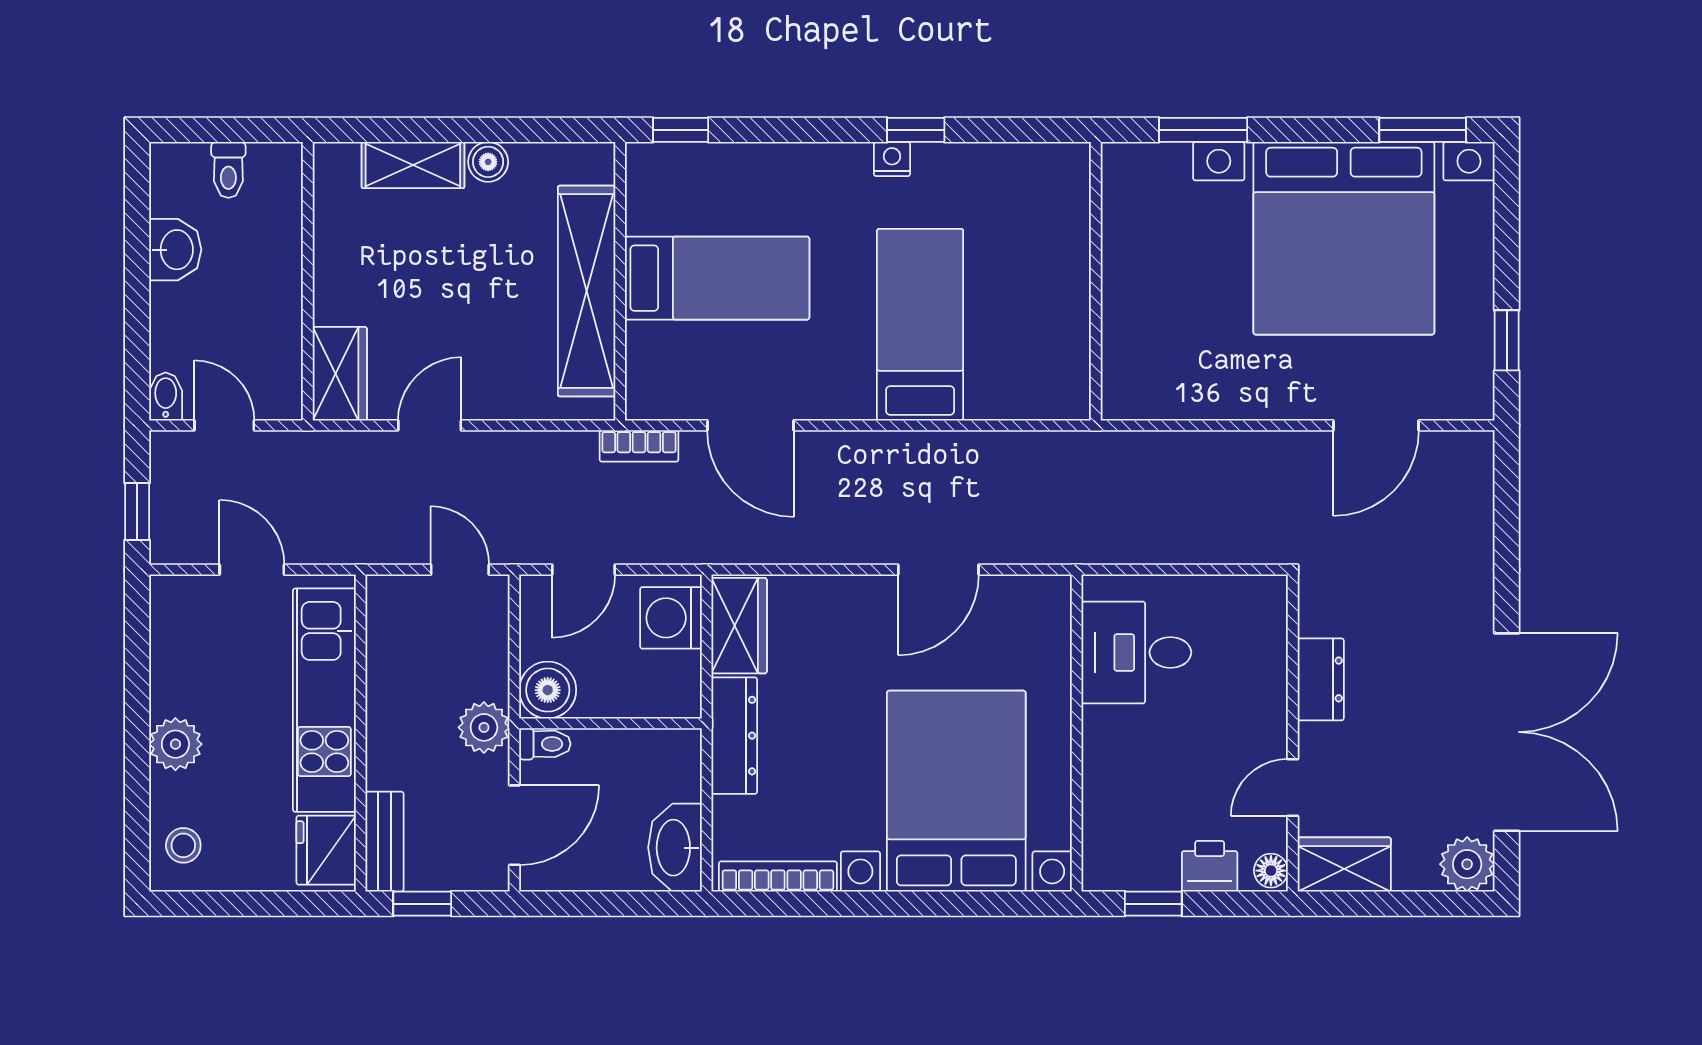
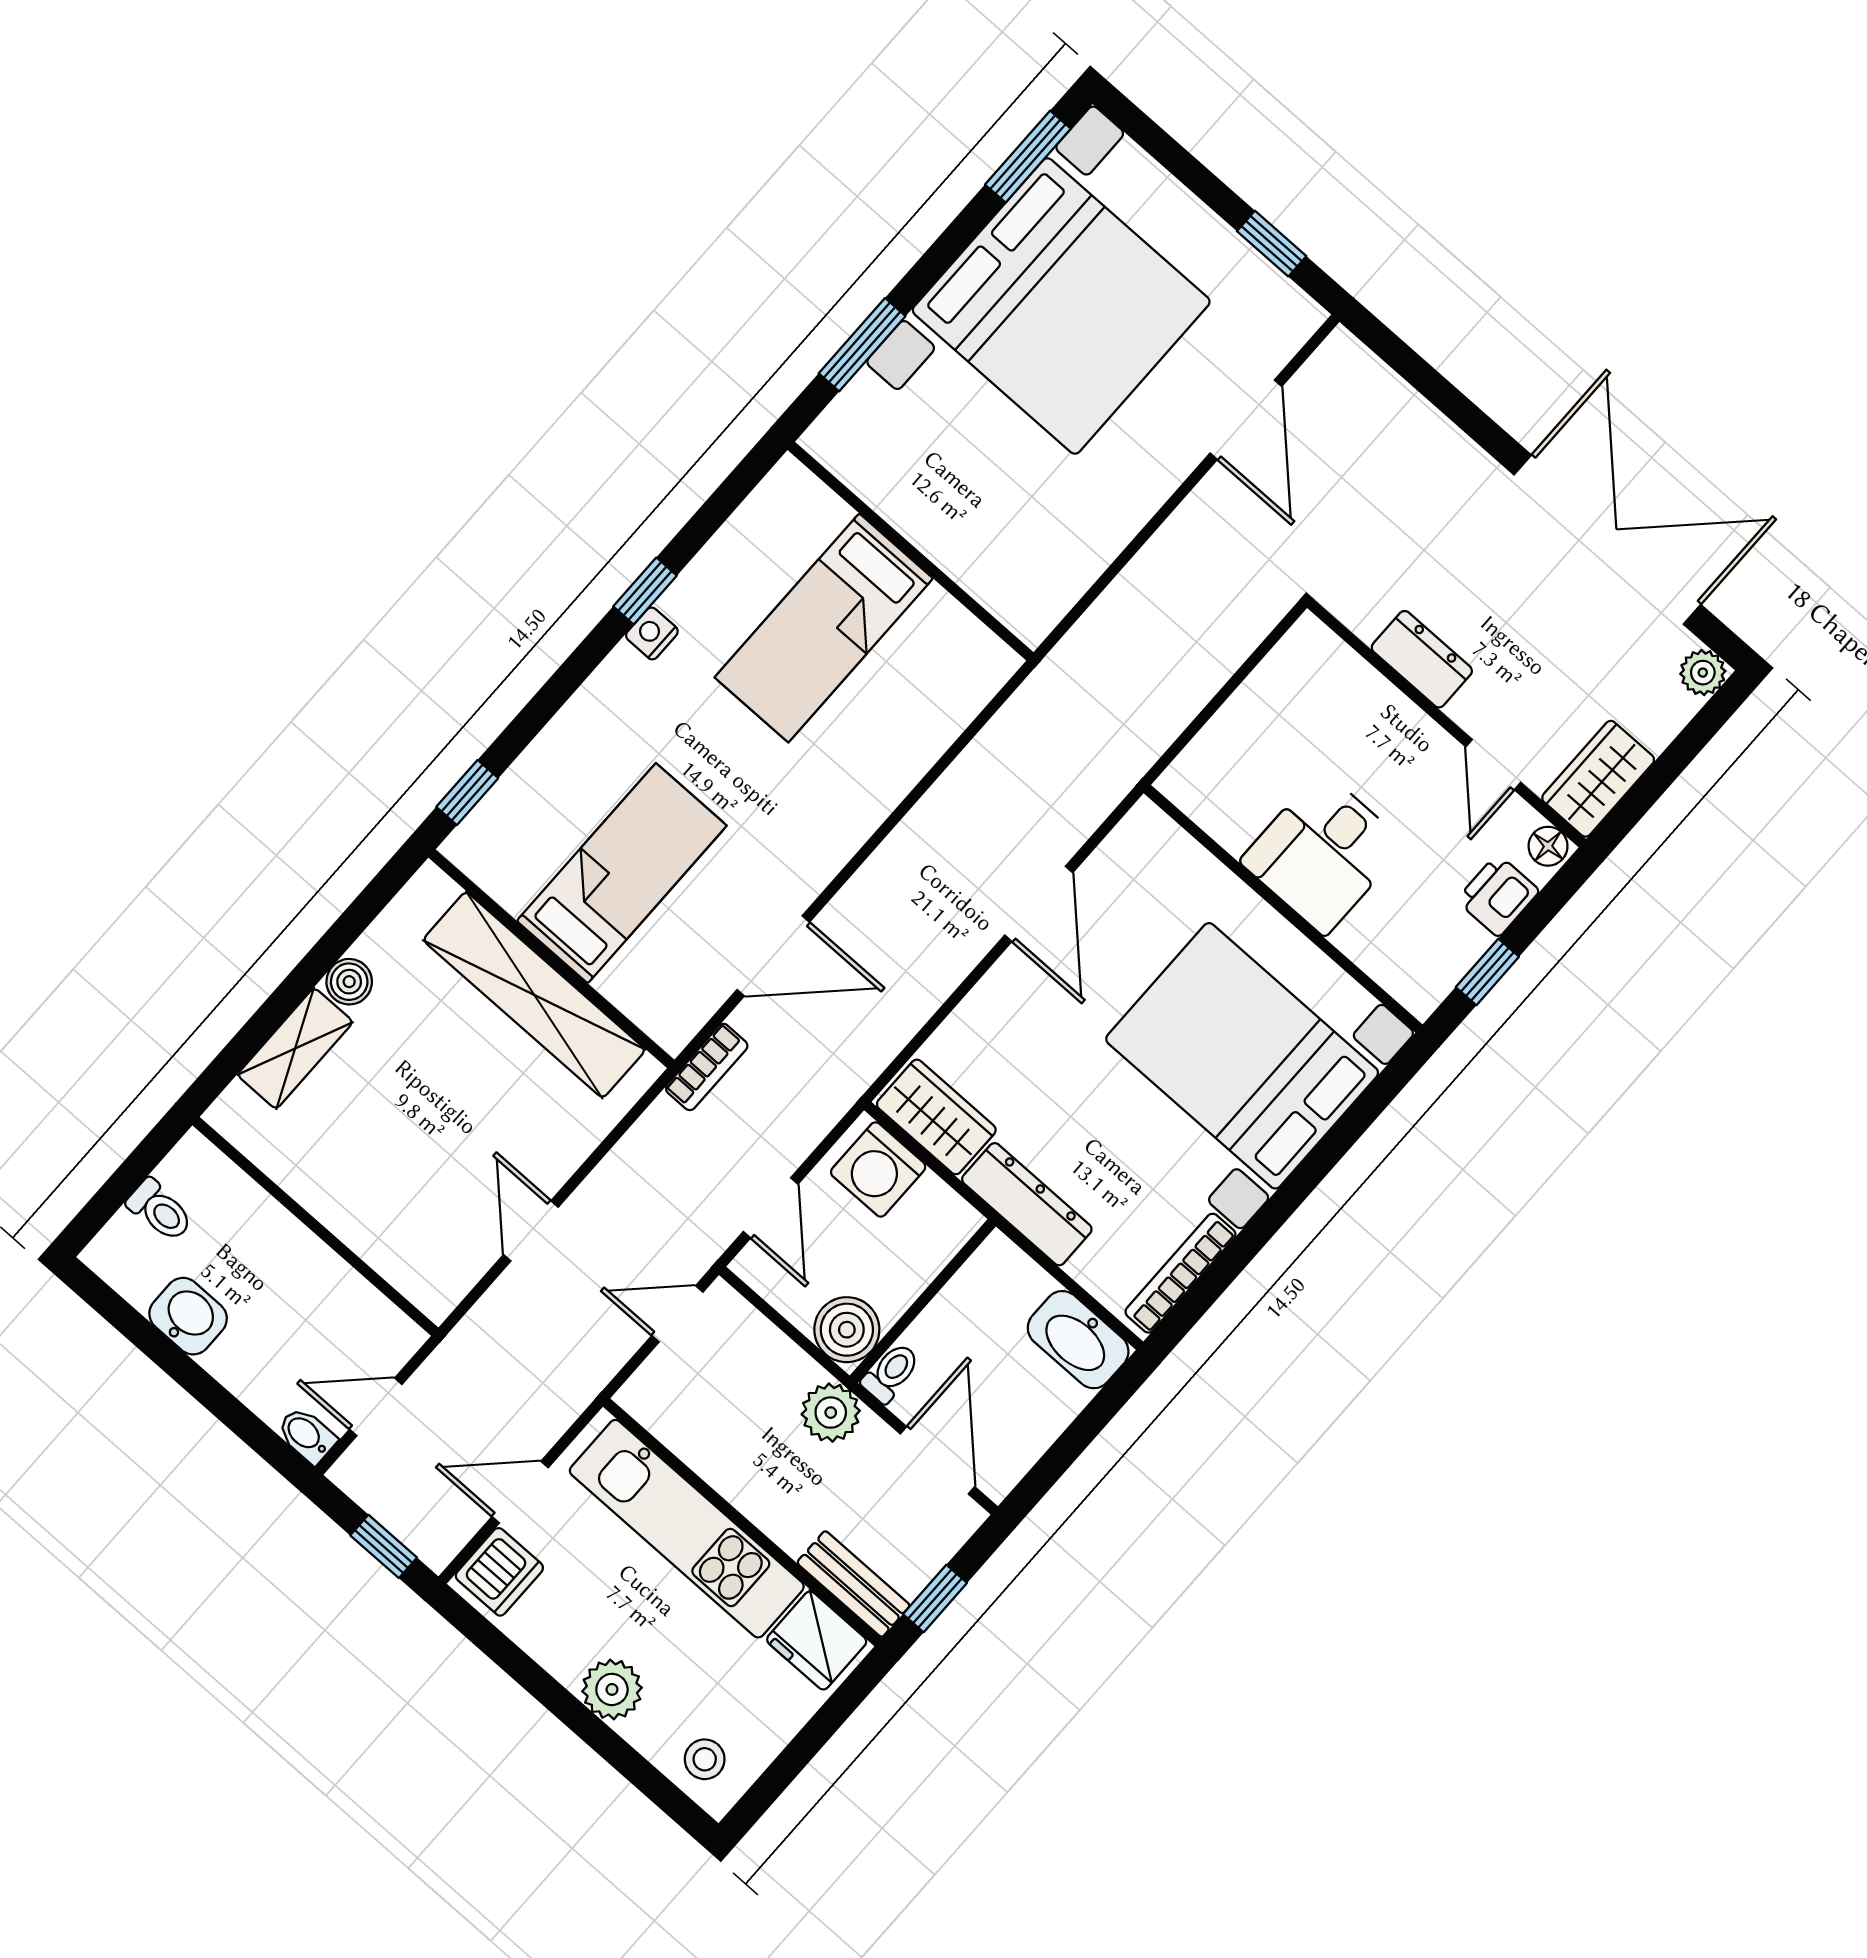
bed: (920, 325) -> (824, 628), moved, turned -90
wardrobe: (340, 374) -> (419, 1269), removed
dishwasher: (188, 602) -> (499, 1572), added
desk: (1136, 652) -> (1323, 853), moved
plant: (1467, 864) -> (1703, 673), width x0.73, depth x0.73

